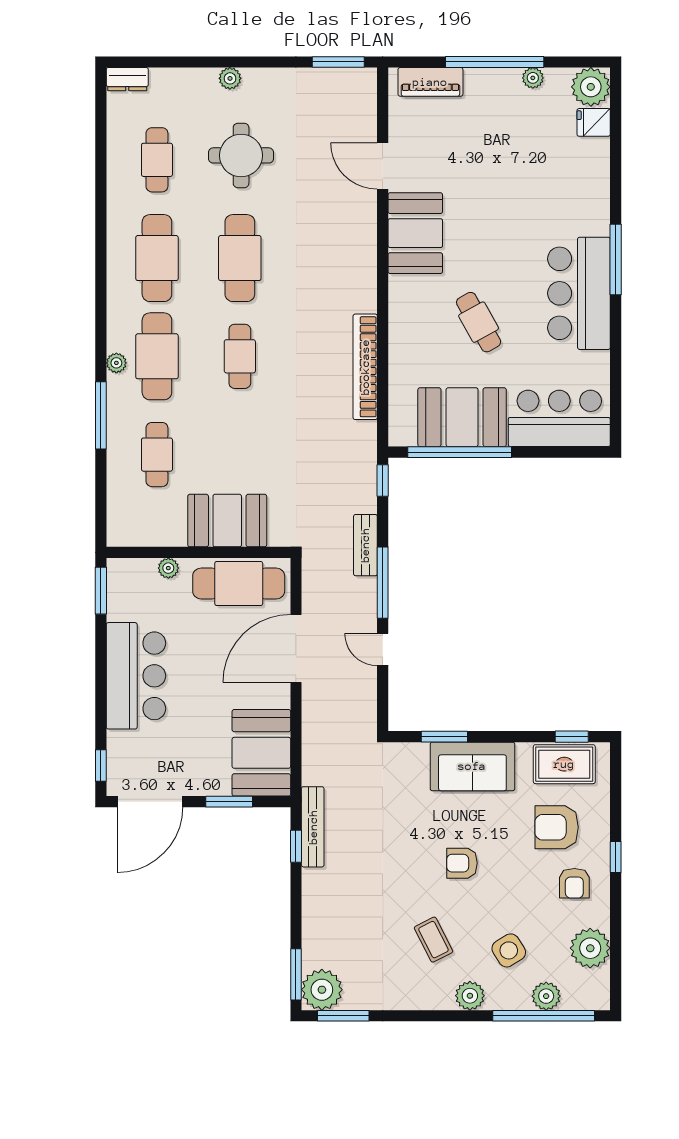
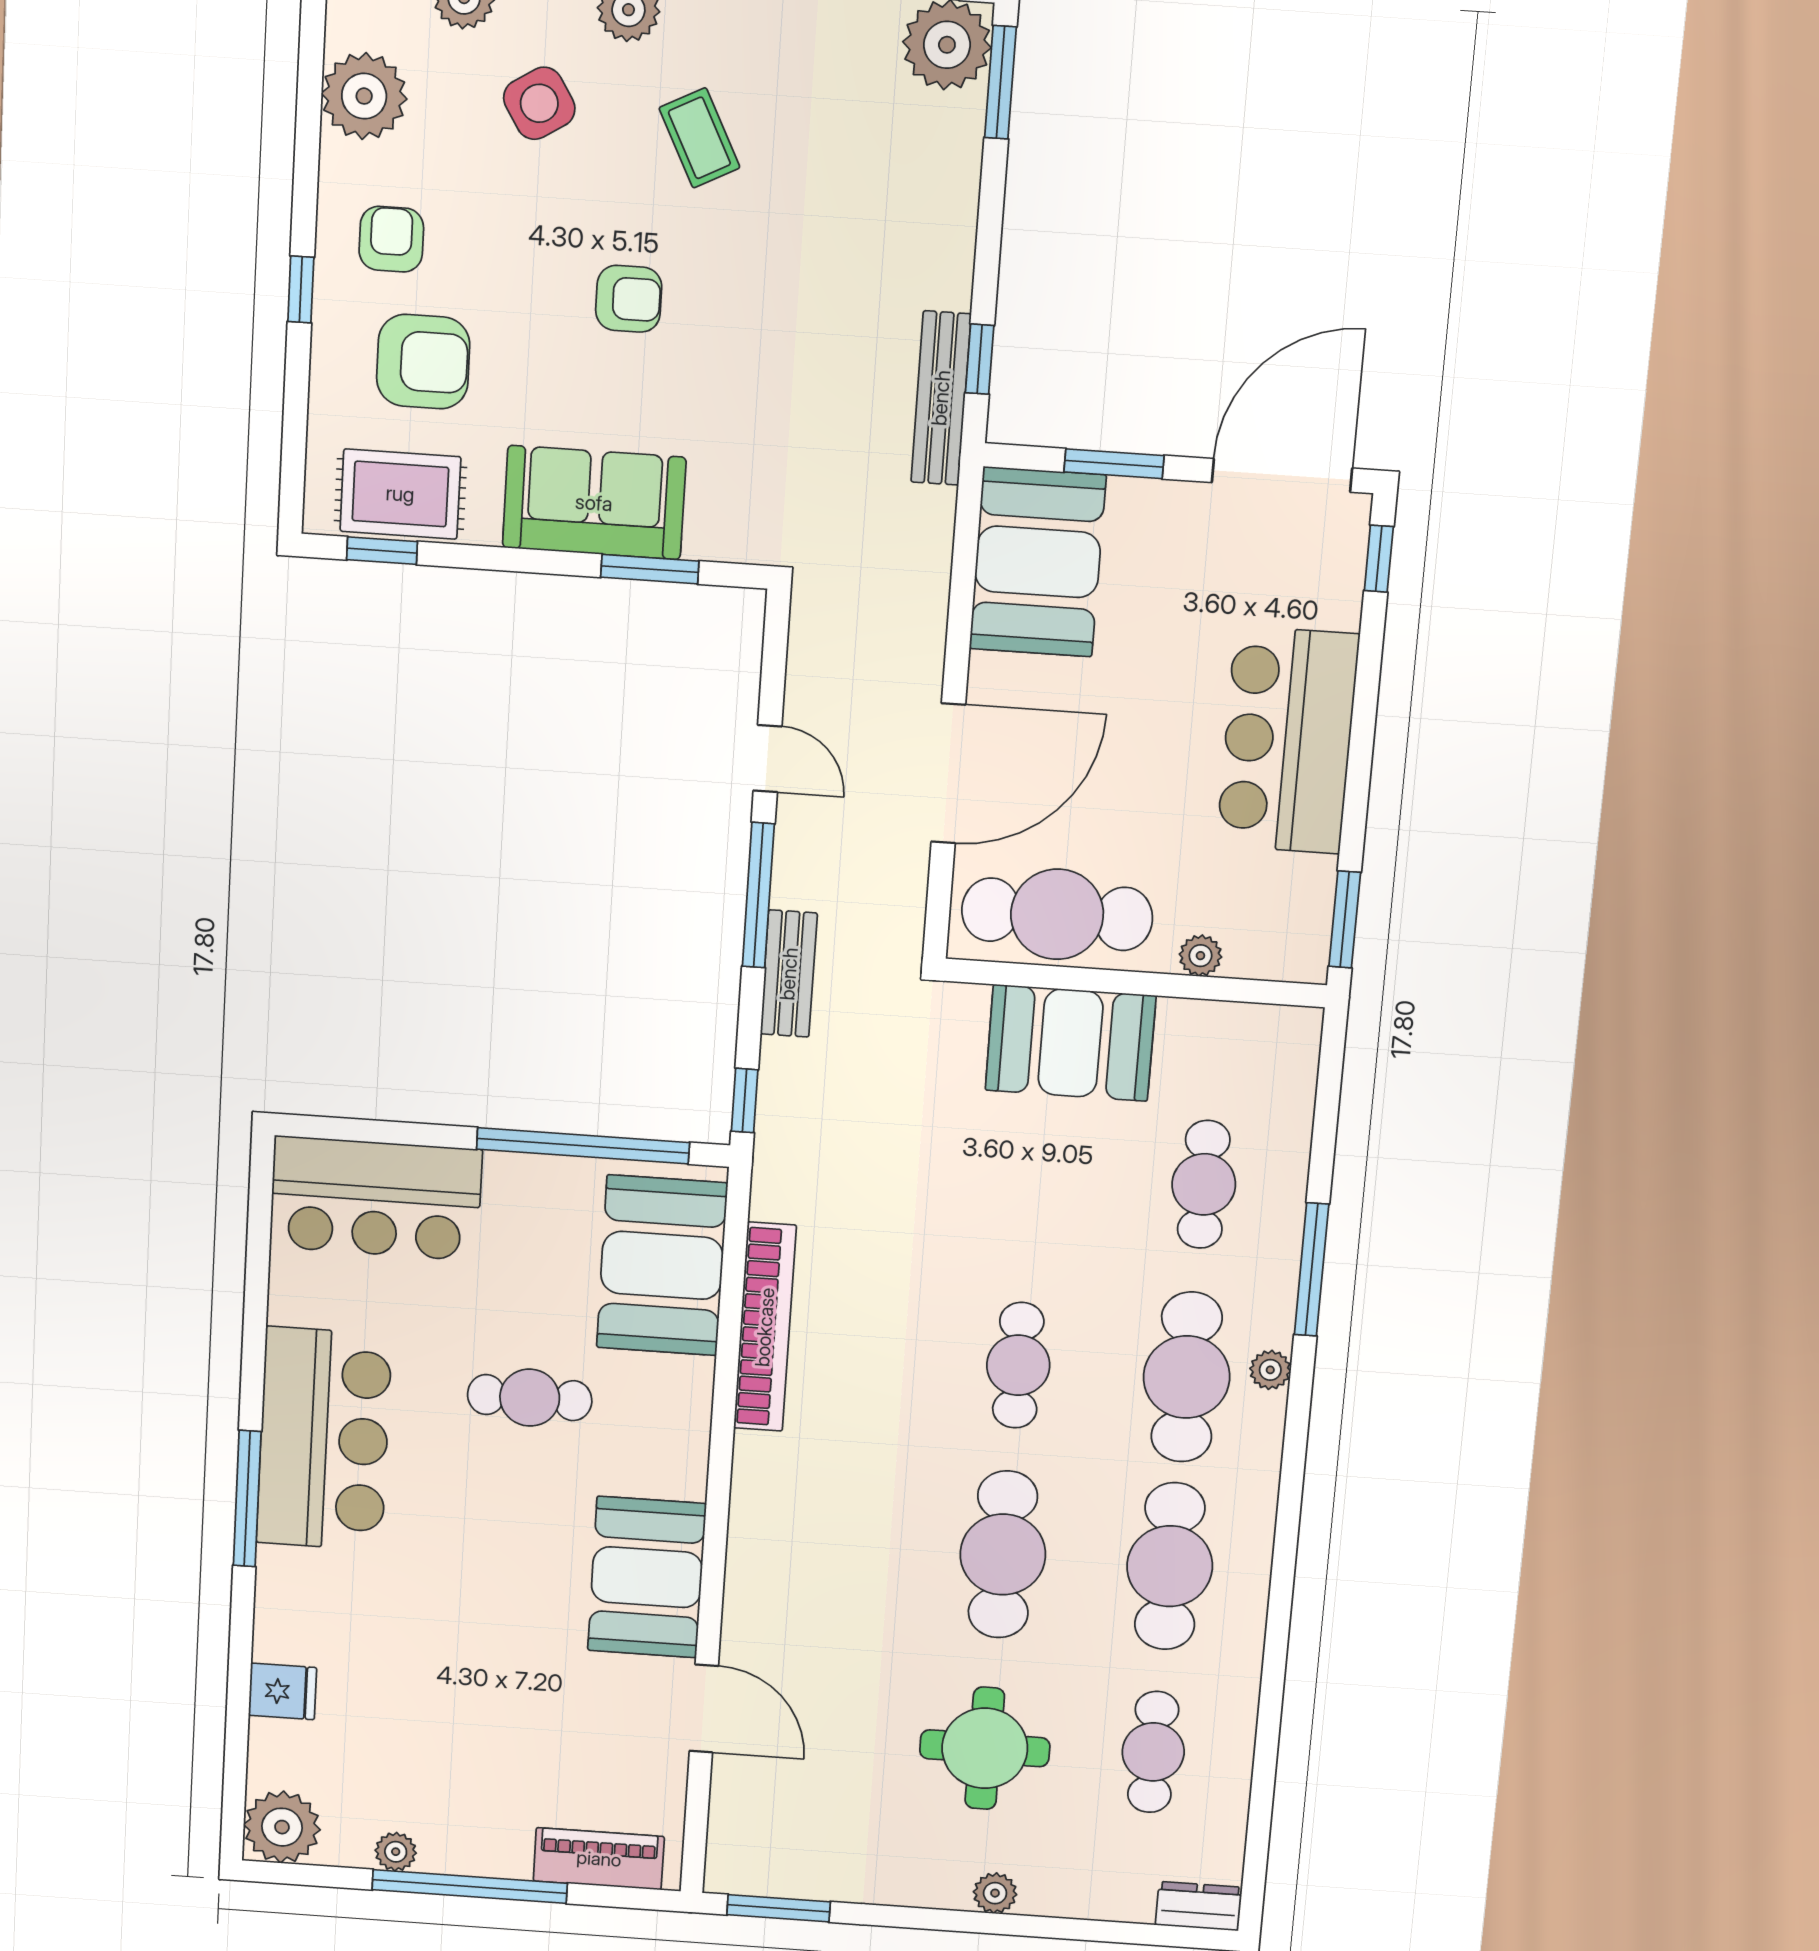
fridge: (594, 122) -> (283, 1691), moved
cafe table: (479, 322) -> (530, 1398), turned -61
booth: (462, 417) -> (662, 1265), moved, turned 90

